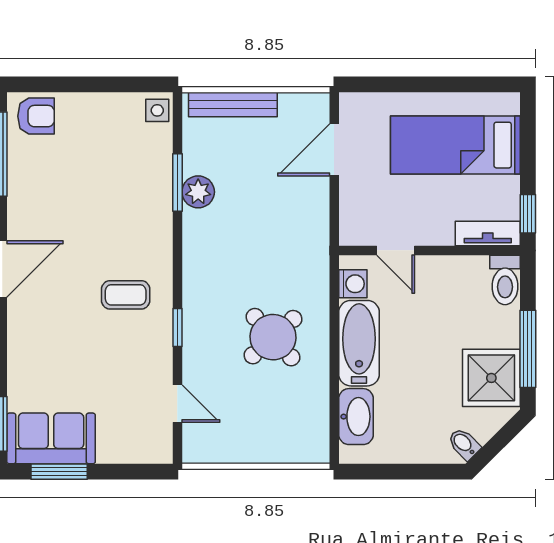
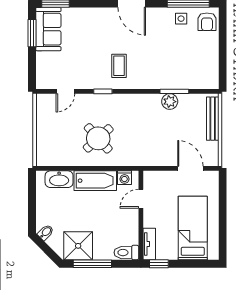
side table: (157, 110) -> (181, 19), moved

